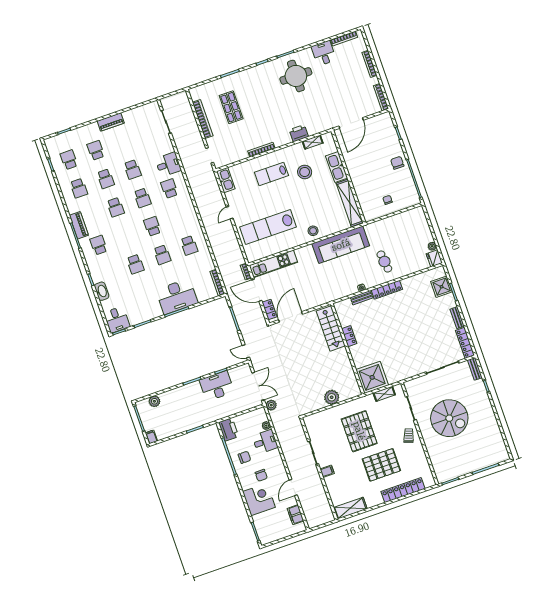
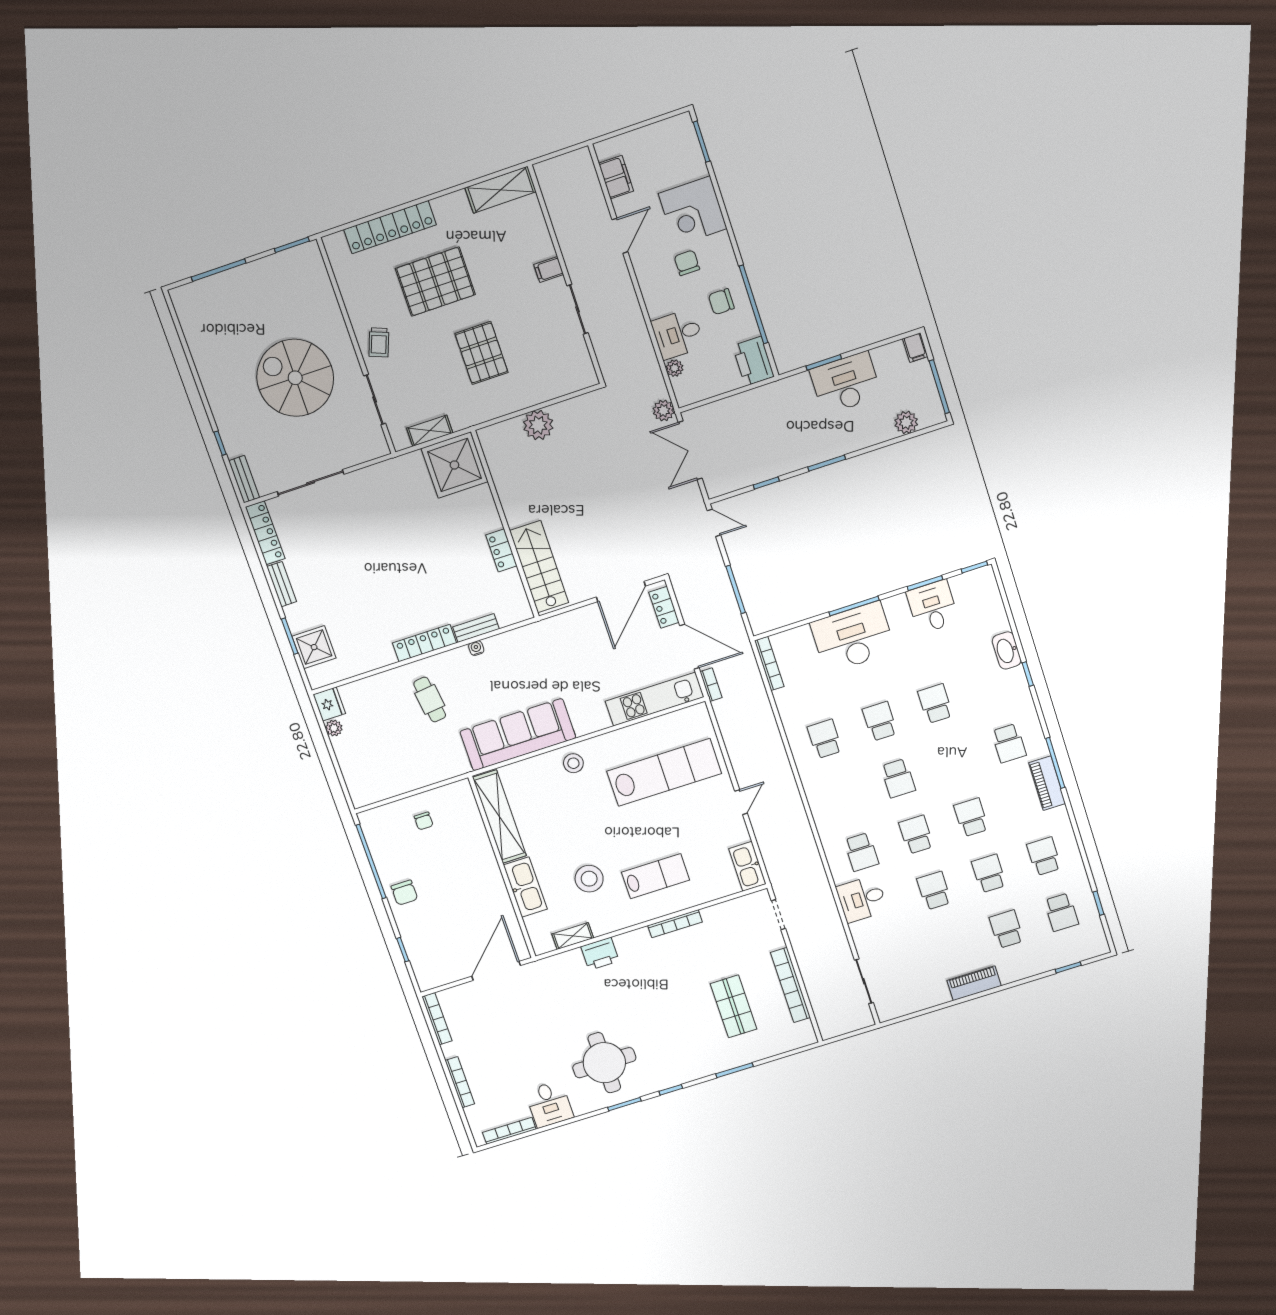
school desk: (96, 150) -> (1006, 929), turned 180
desk: (117, 320) -> (933, 607), moved
desk: (217, 386) -> (846, 383), moved, turned 180
pallet: (359, 431) -> (481, 353), width x0.73, depth x0.71

